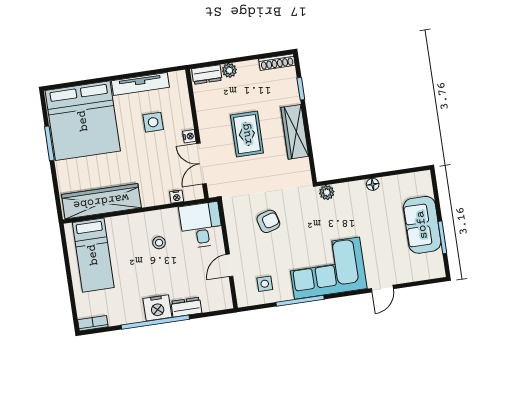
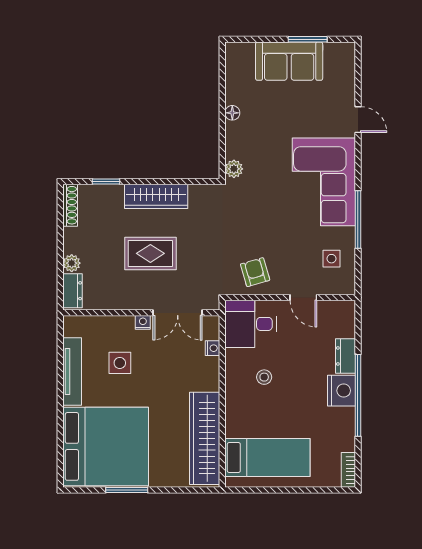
armchair: (268, 221) -> (255, 272), moved

